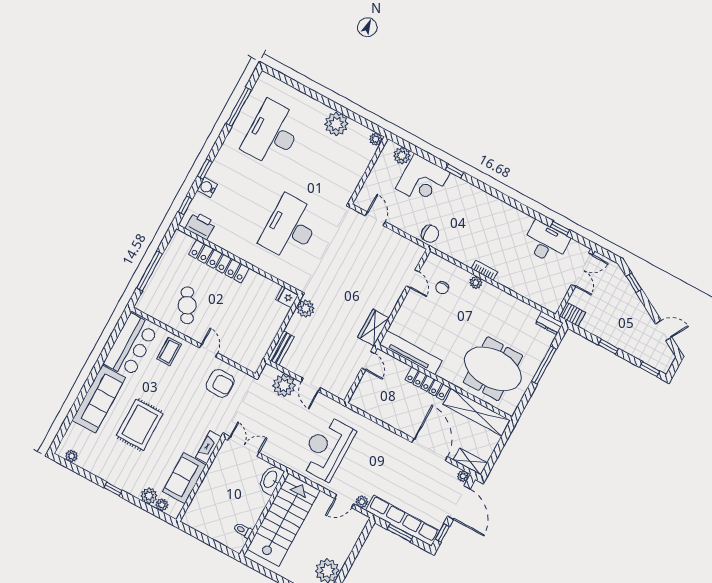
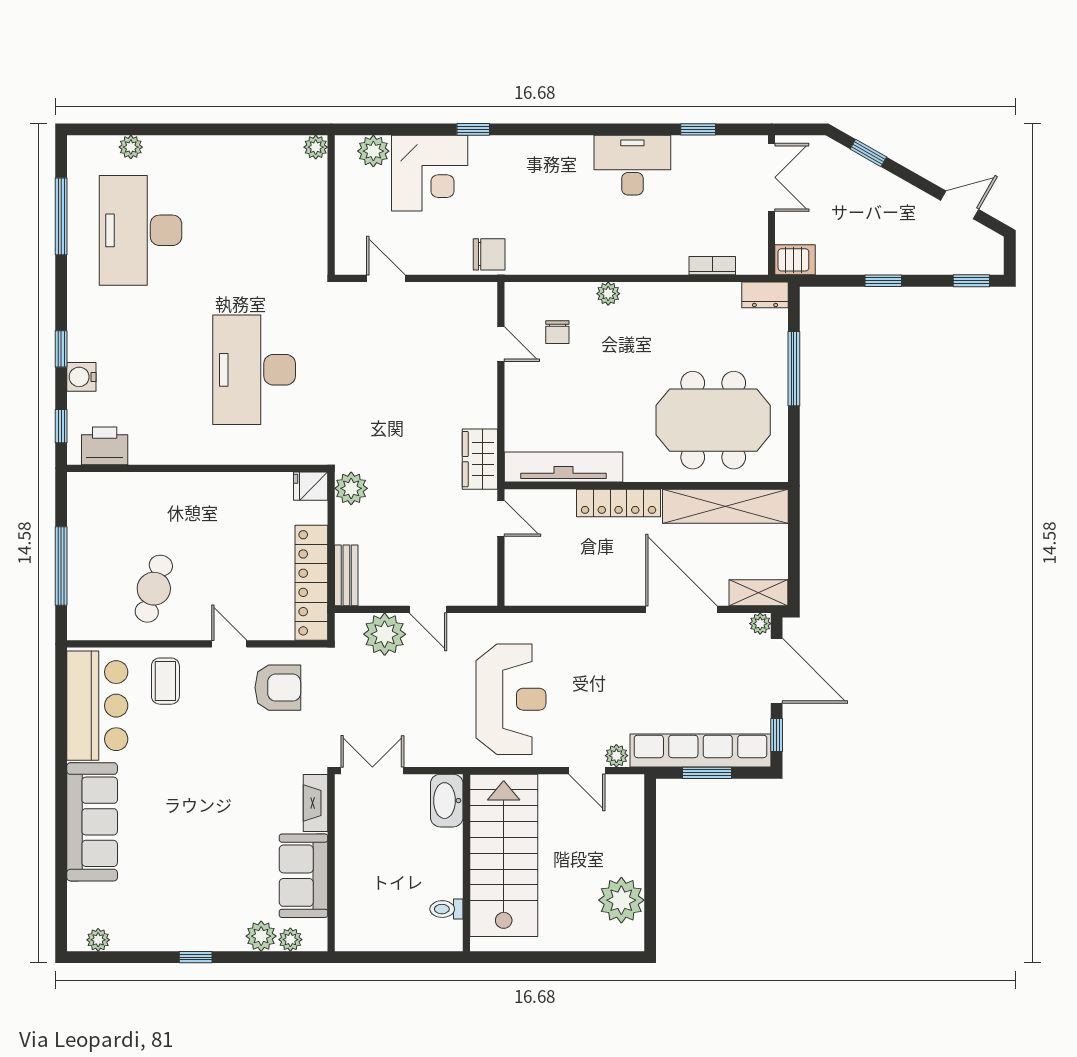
plant: (336, 124) -> (131, 147), moved, width x0.53, depth x0.53
desk: (546, 243) -> (632, 165), moved
locker: (219, 261) -> (311, 583), moved, turned 90
bookcase: (484, 270) -> (712, 266), moved
cafe table: (187, 305) -> (154, 589), turned 45
rug: (140, 425) -> (182, 827), removed
reception desk: (327, 448) -> (511, 699), turned 180
door: (344, 501) -> (587, 771), hinge flipped

